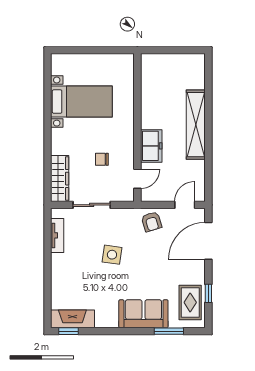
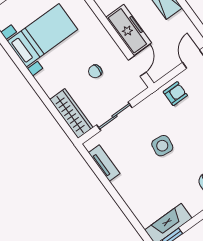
freezer: (151, 146) -> (129, 30), width x1.40
armchair: (151, 222) -> (175, 94), turned -73

